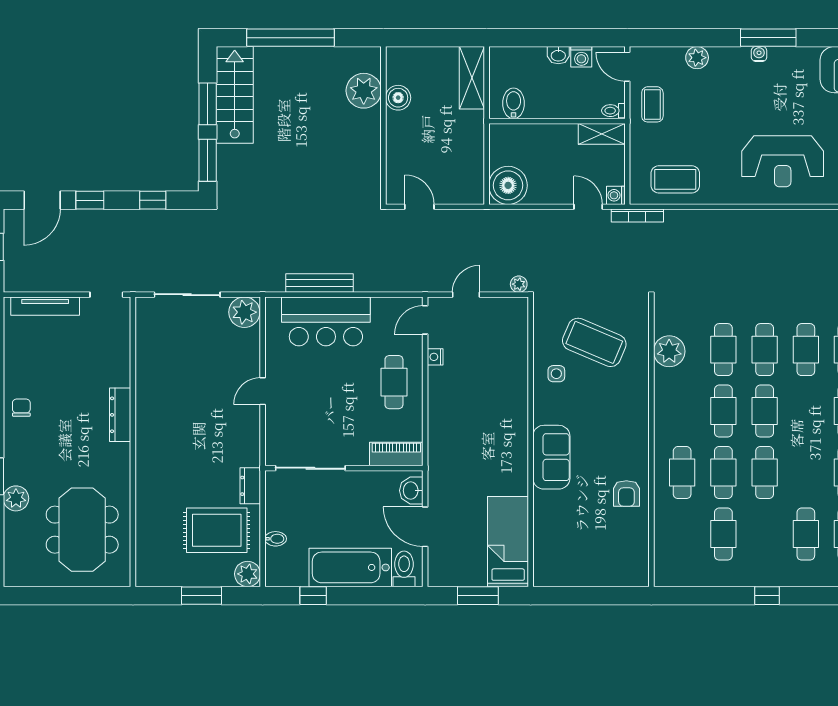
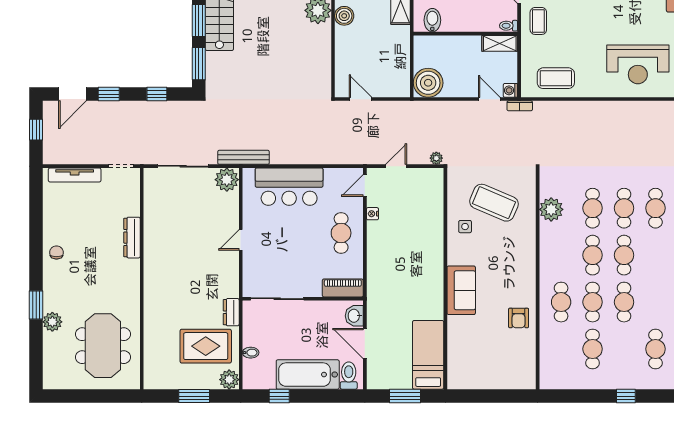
bookcase: (637, 216) -> (520, 106), width x0.64
bench: (320, 283) -> (243, 157), moved
dresser: (120, 415) -> (132, 238), moved

